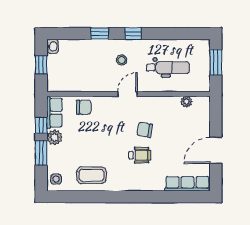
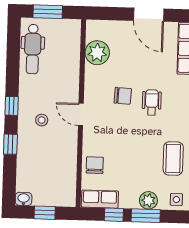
dental chair: (168, 68) -> (33, 49), moved, turned 180
plant: (186, 102) -> (97, 53), width x1.87, depth x1.87
chair: (145, 130) -> (123, 96), turned -97
plant: (55, 137) -> (148, 200), moved

